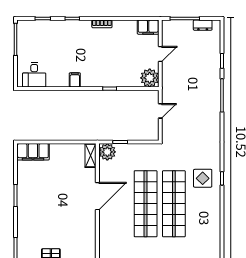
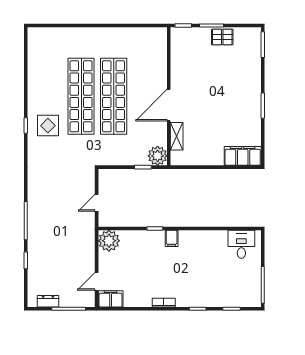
door: (160, 54) -> (97, 281), moved
filing cabinet: (75, 80) -> (172, 238), moved
shelving: (91, 156) -> (177, 136), moved

